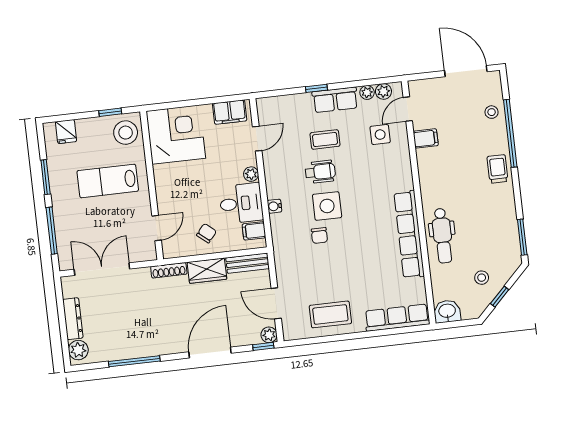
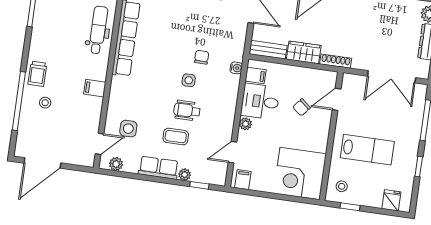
door: (466, 71) -> (42, 163), hinge flipped
window: (316, 88) -> (199, 185), moved
plant: (367, 92) -> (185, 175), moved
filing cabinet: (230, 112) -> (243, 180), width x0.50
stool: (492, 112) -> (45, 103), moved
stool: (126, 133) -> (342, 186), width x0.53, depth x0.53
filing cabinet: (426, 138) -> (95, 88), moved
window: (46, 177) -> (419, 167), width x0.67
water cooler: (274, 206) -> (236, 68), moved
side table: (327, 206) -> (189, 80), width x0.54, depth x0.54
chair: (206, 233) -> (302, 107), moved

